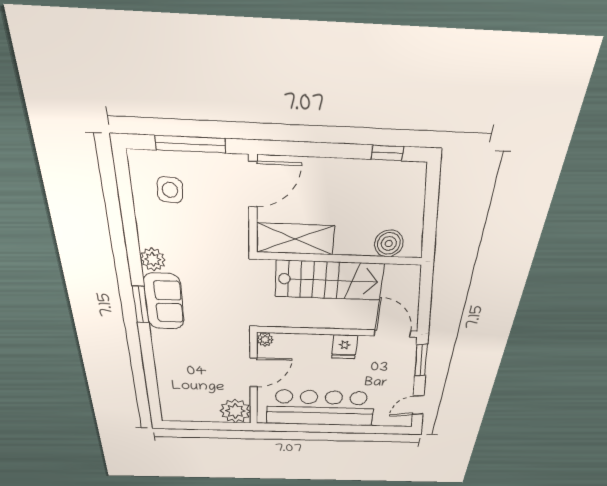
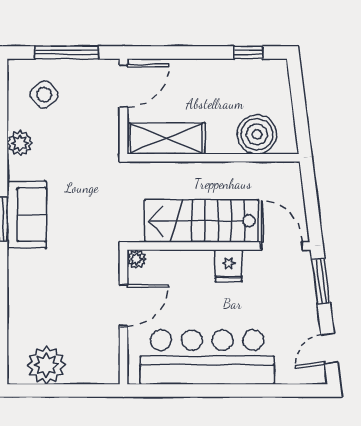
side table: (170, 190) -> (44, 95), turned 45
boiler: (389, 243) -> (257, 134), width x1.37, depth x1.37
plant: (153, 259) -> (20, 143), moved
stairs: (329, 280) -> (201, 221), moved, turned 180
plant: (235, 411) -> (46, 365), moved

